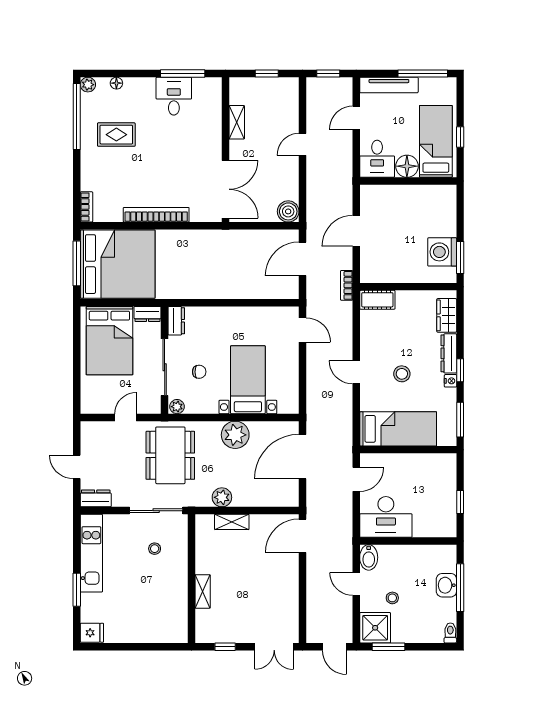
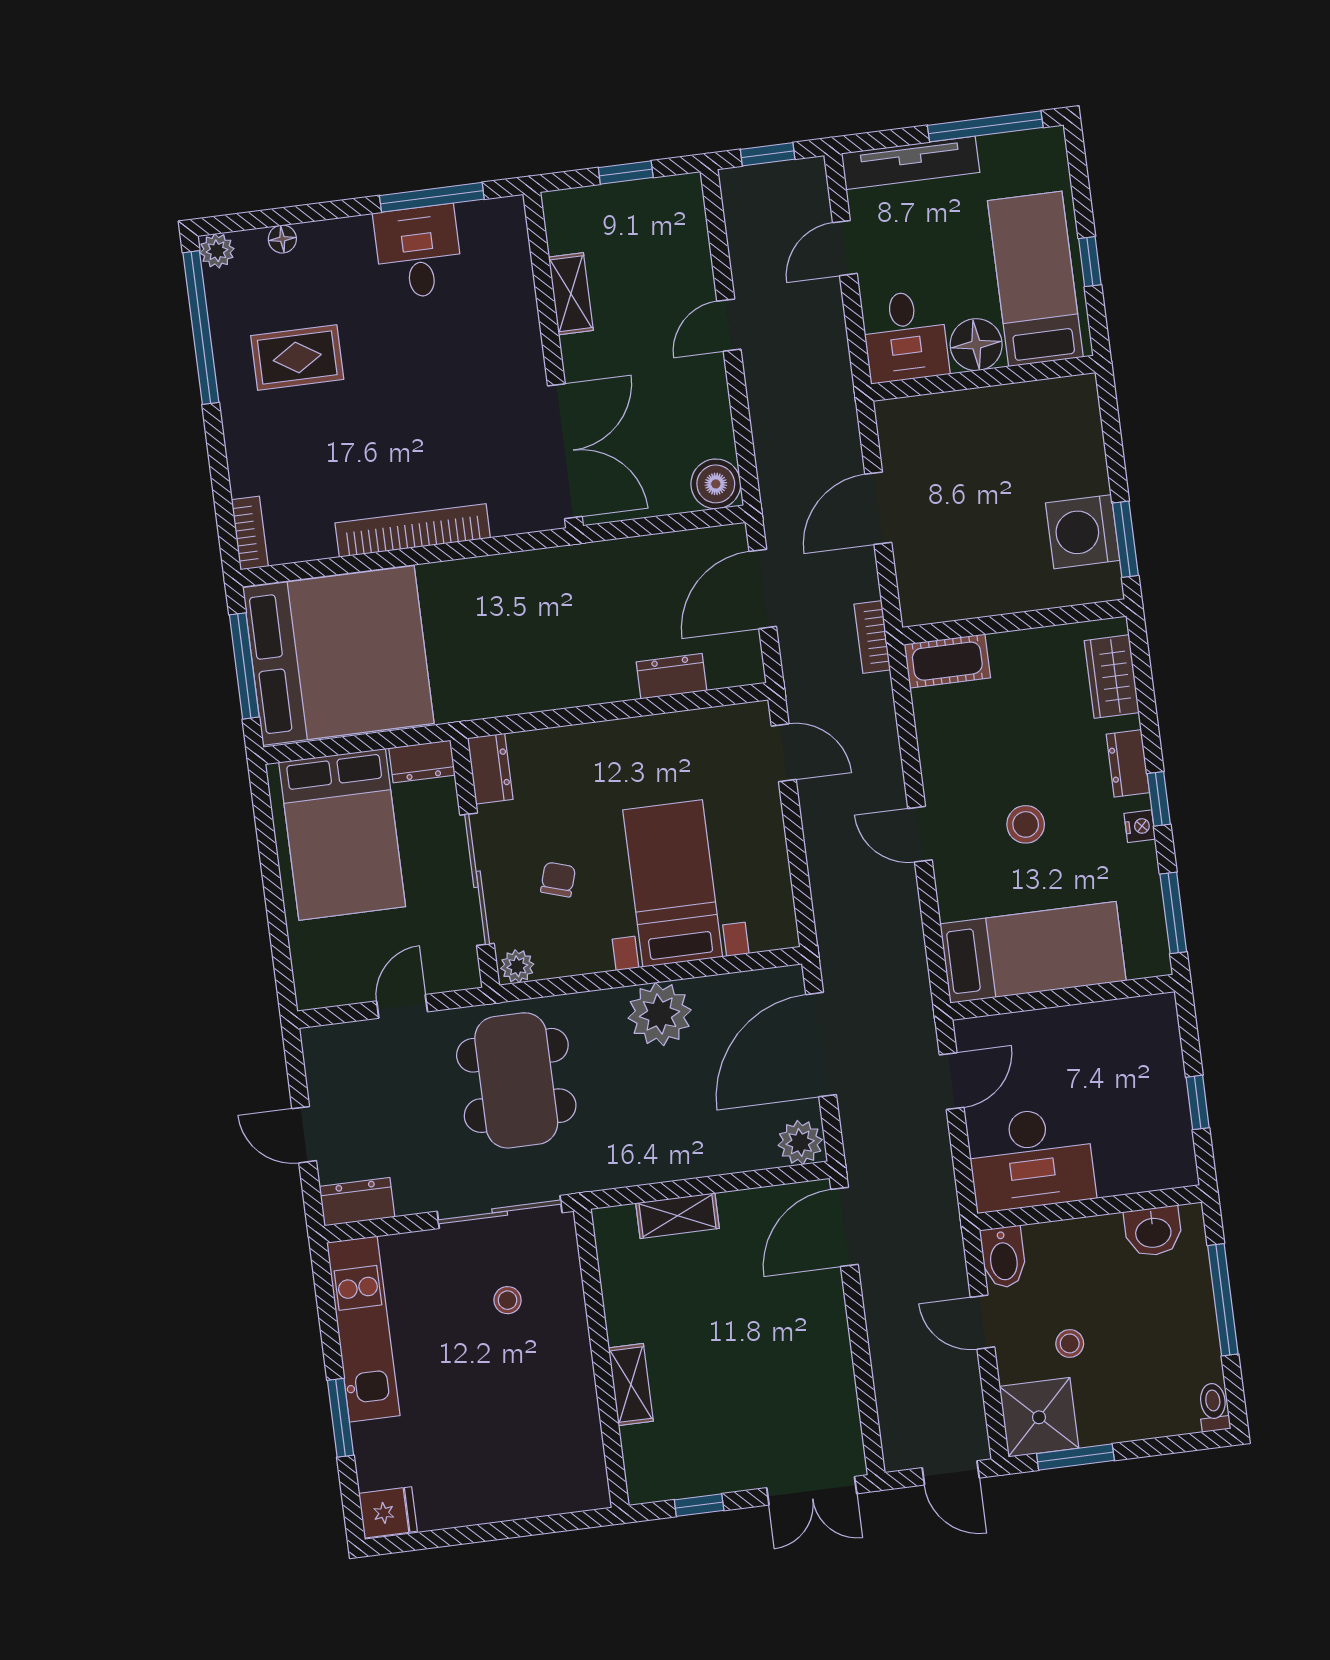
dresser: (259, 291) -> (672, 676), added
dresser: (449, 353) -> (1128, 763), width x0.70
chair: (199, 372) -> (558, 879), turned -73
plant: (222, 497) -> (800, 1142), moved
washbasin: (446, 585) -> (1153, 1231), moved, turned -90

